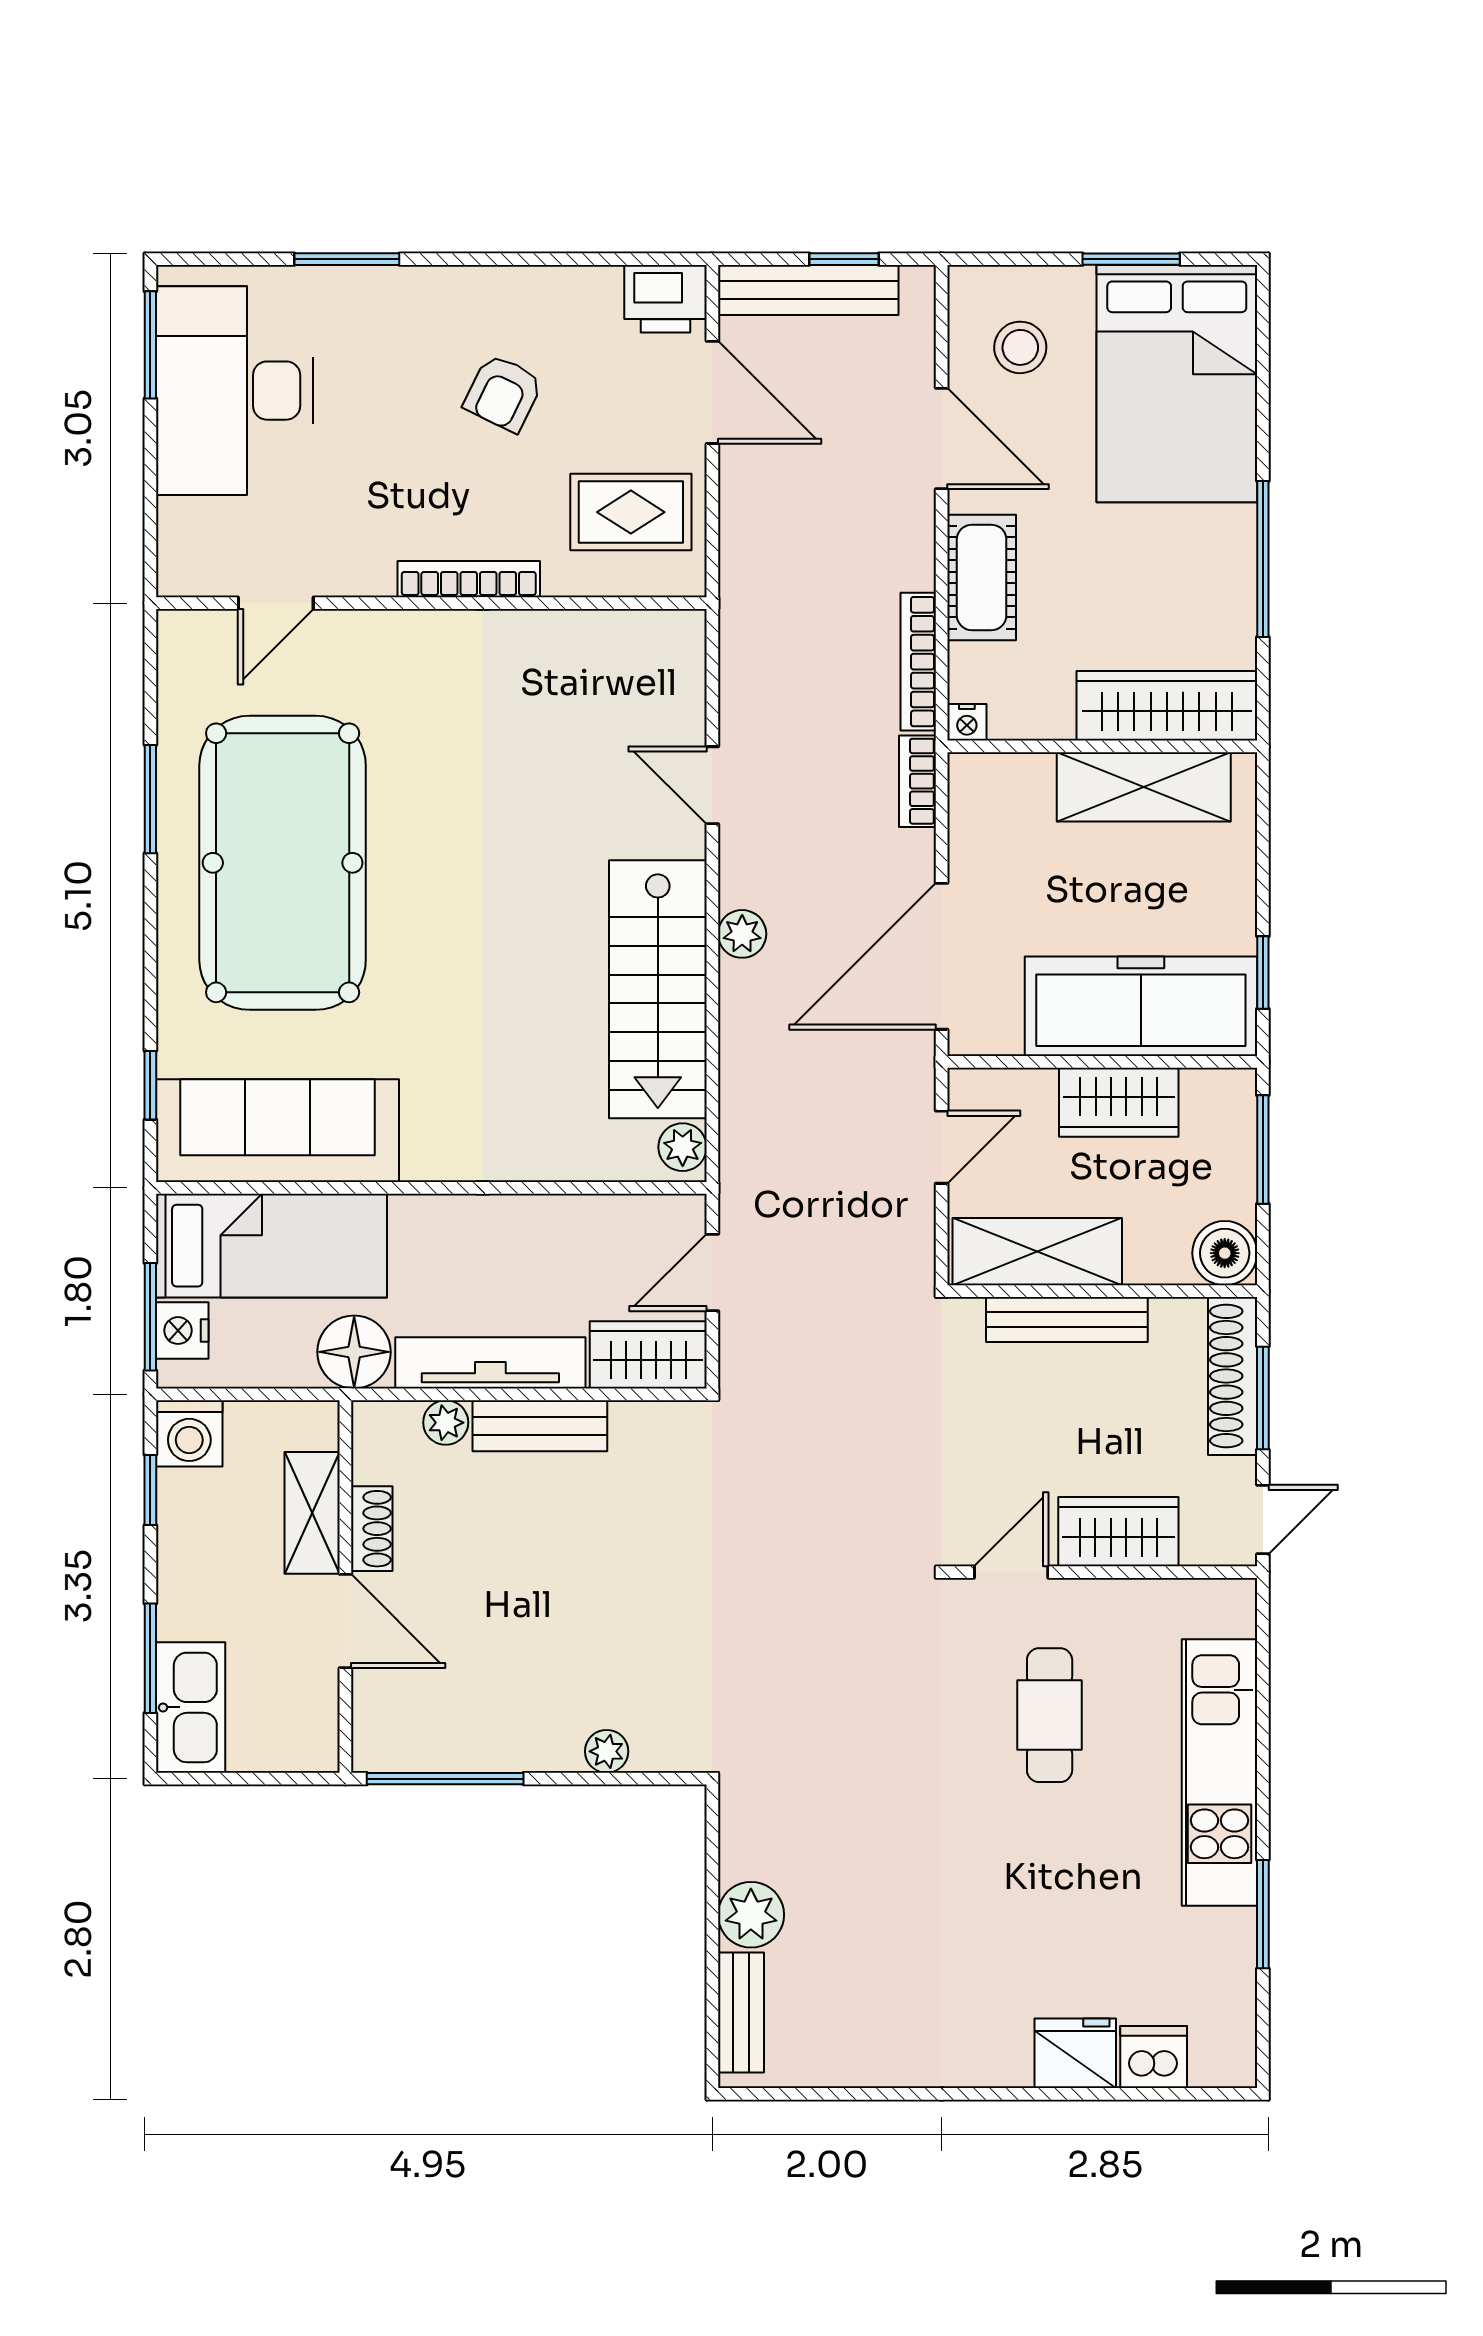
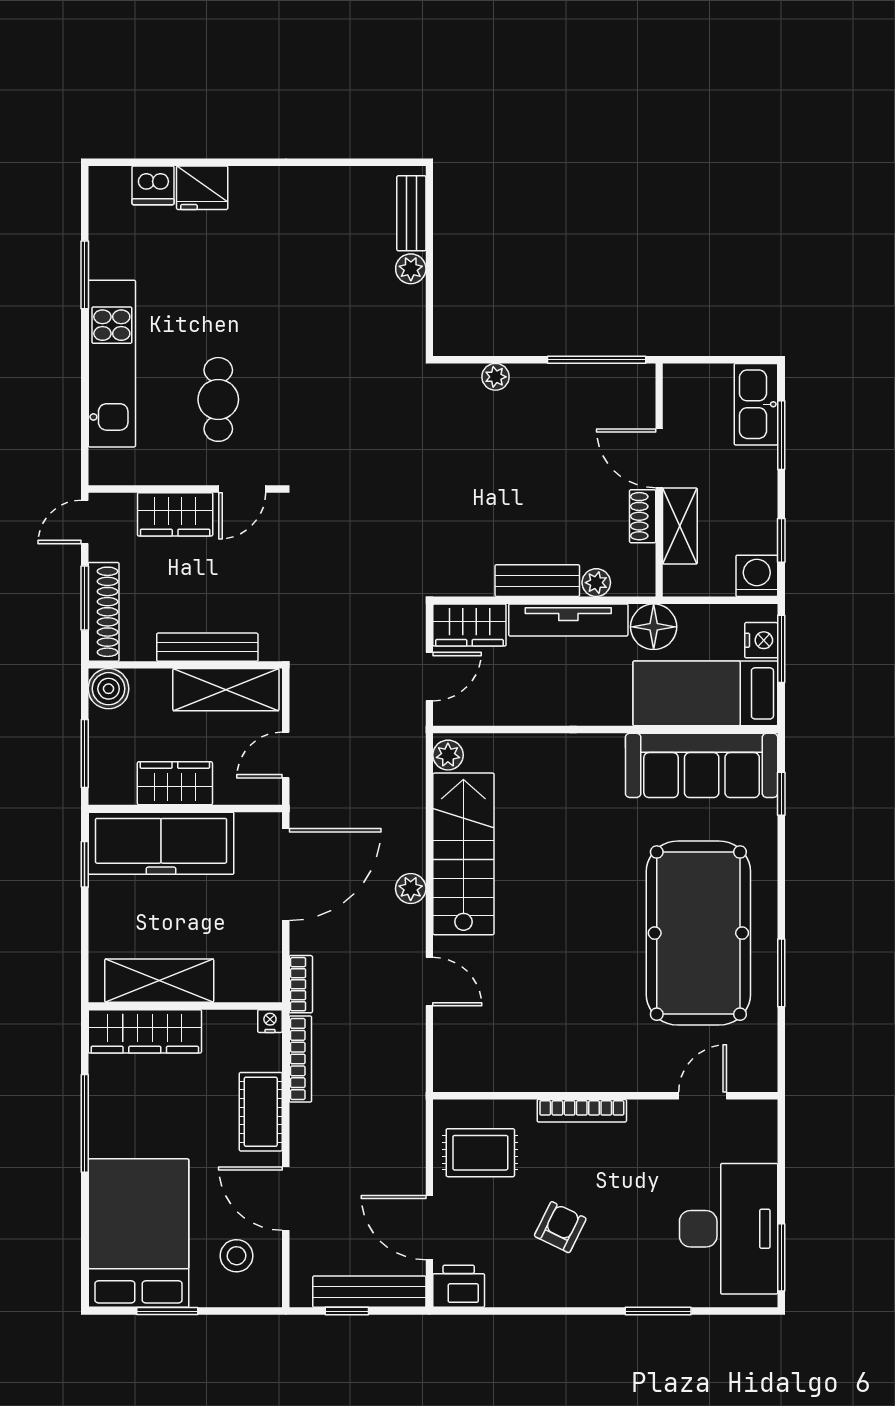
plant: (751, 1915) -> (411, 269), width x0.73, depth x0.73

